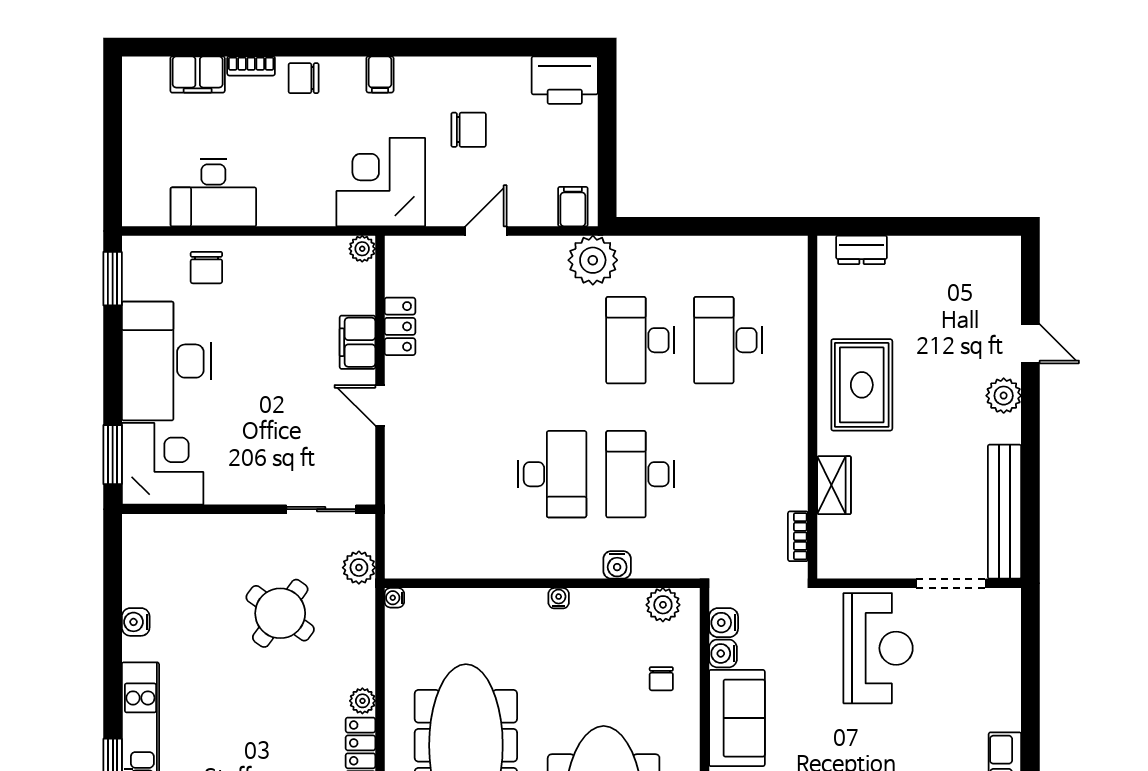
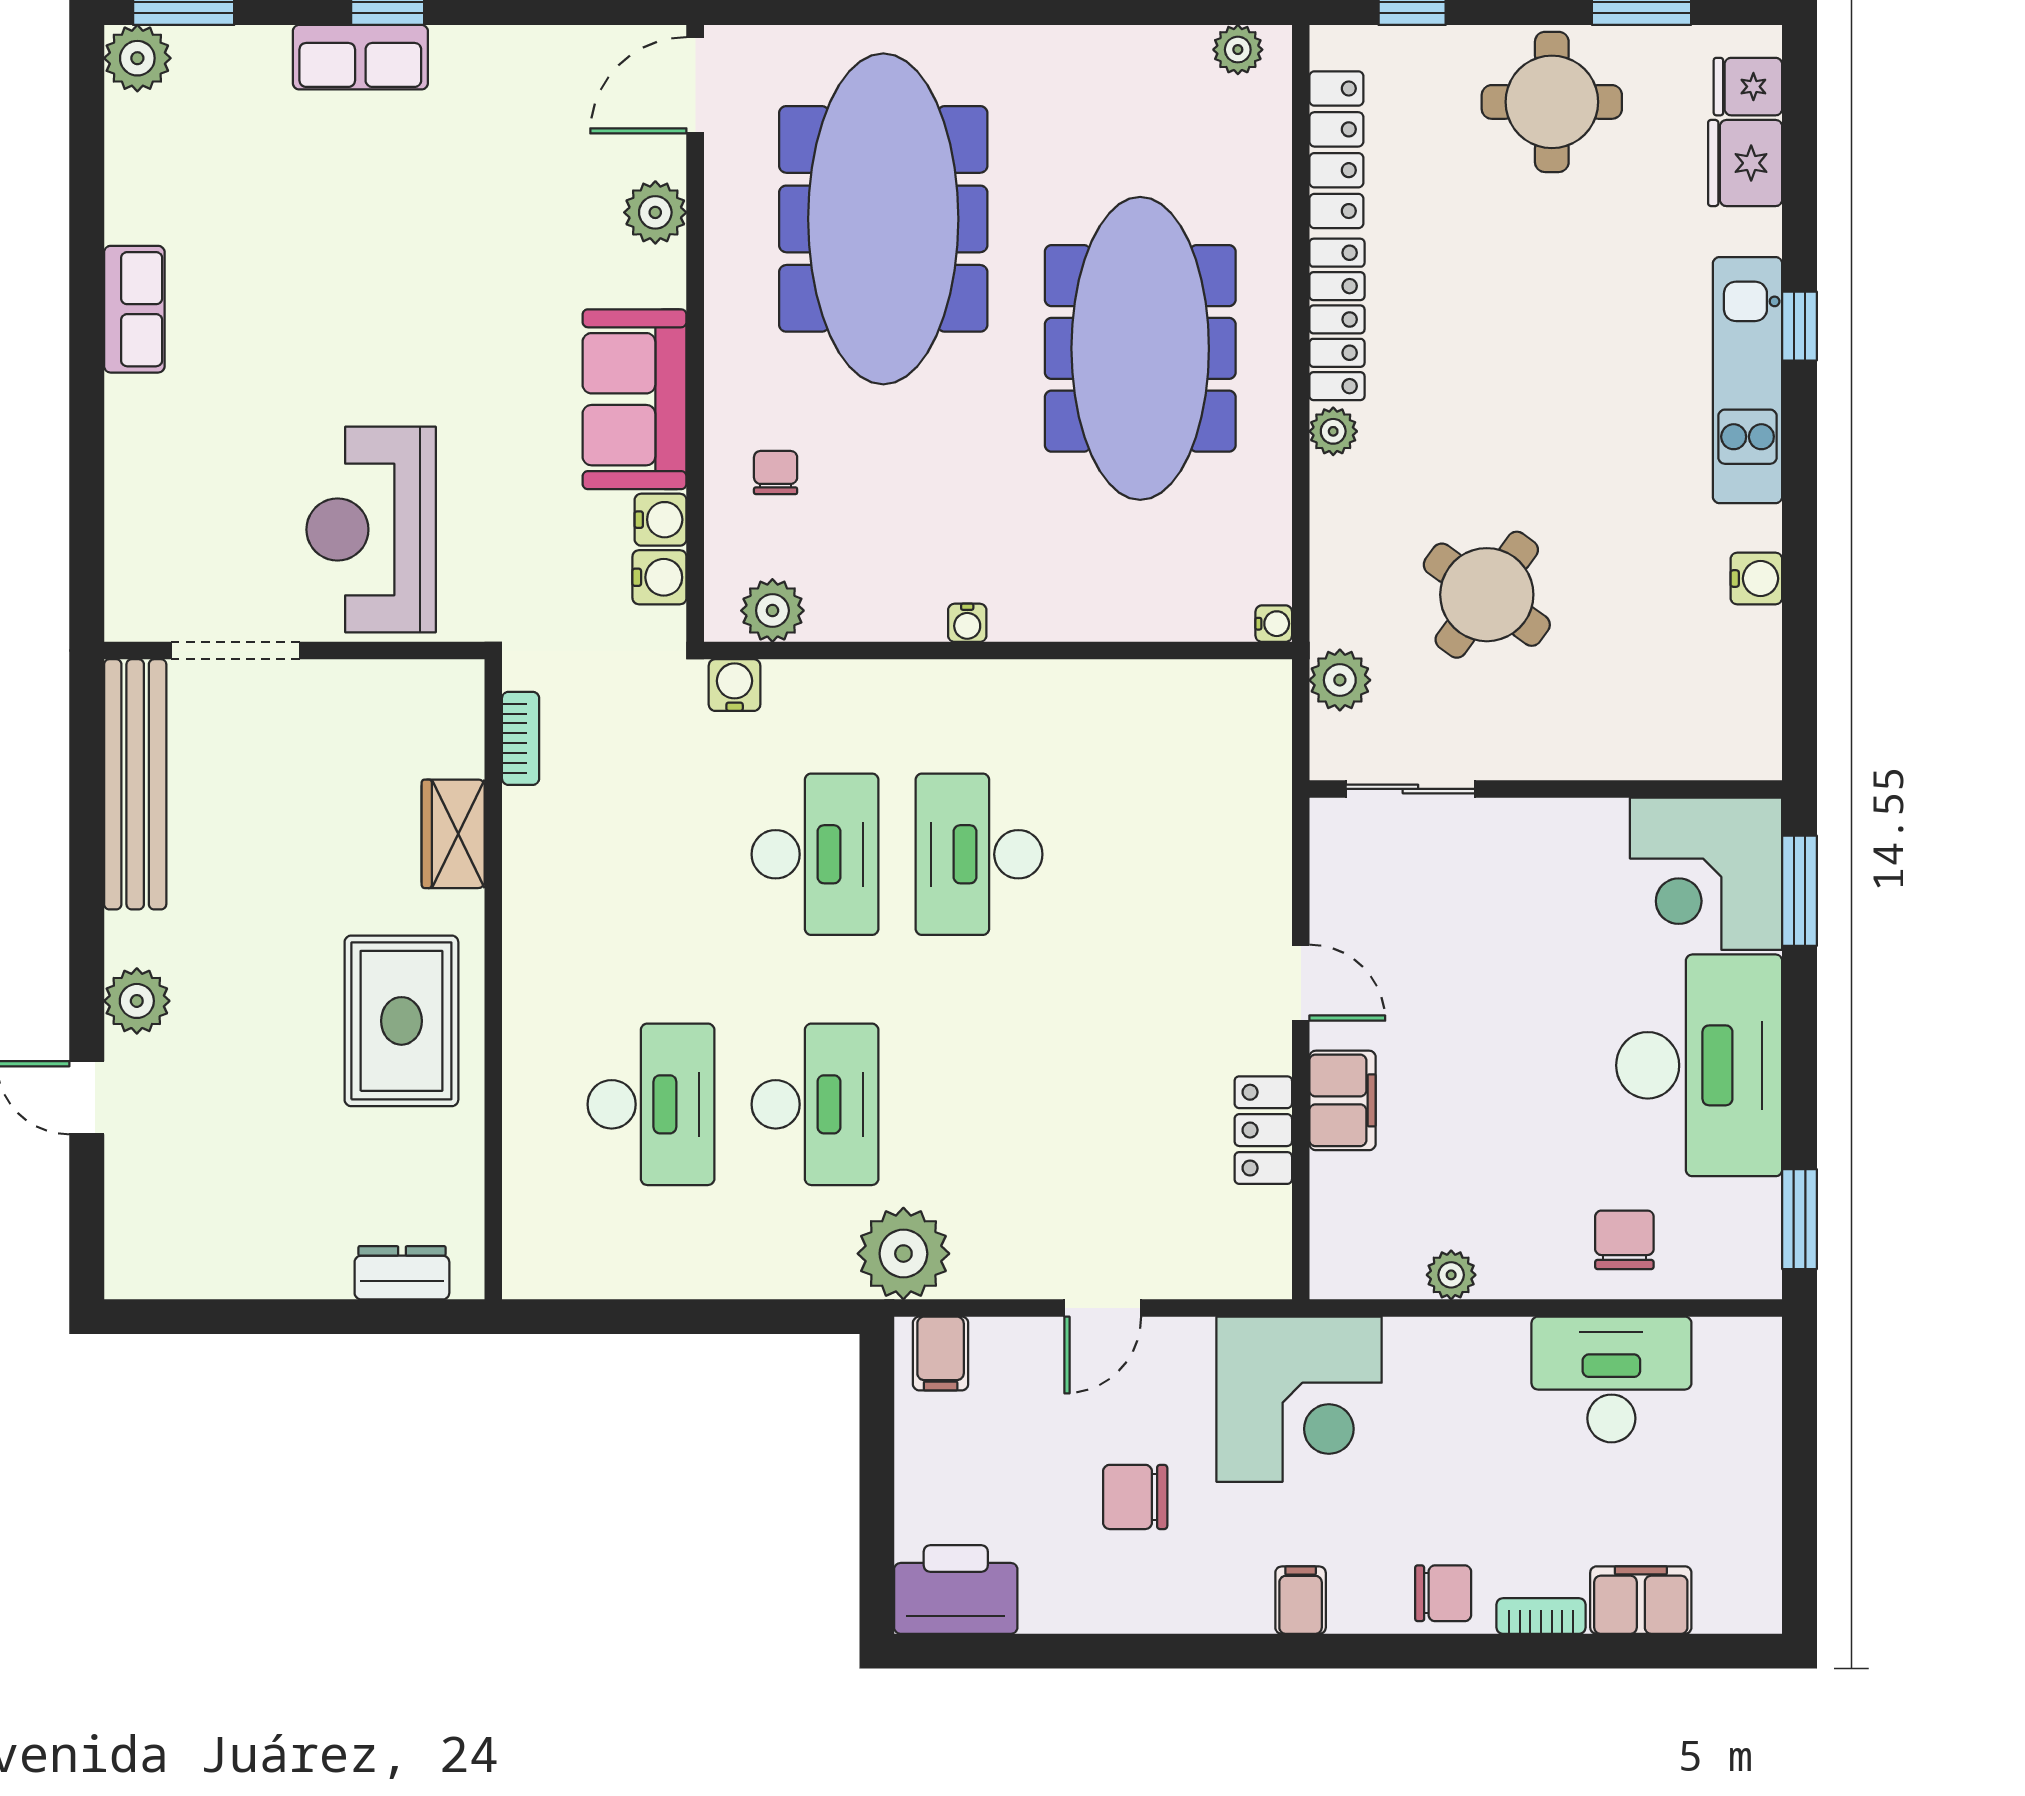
plant: (362, 249) -> (1451, 1275), moved
water cooler: (617, 565) -> (735, 685), moved

